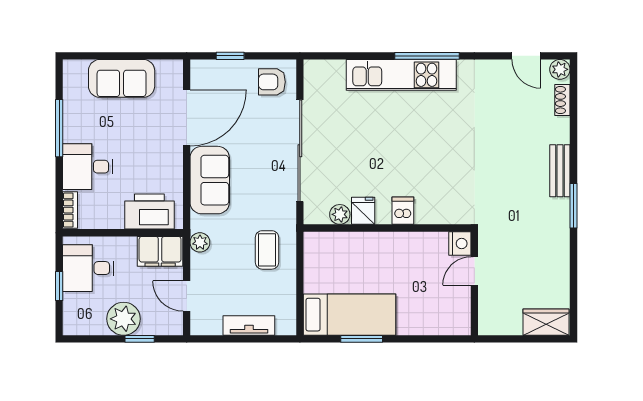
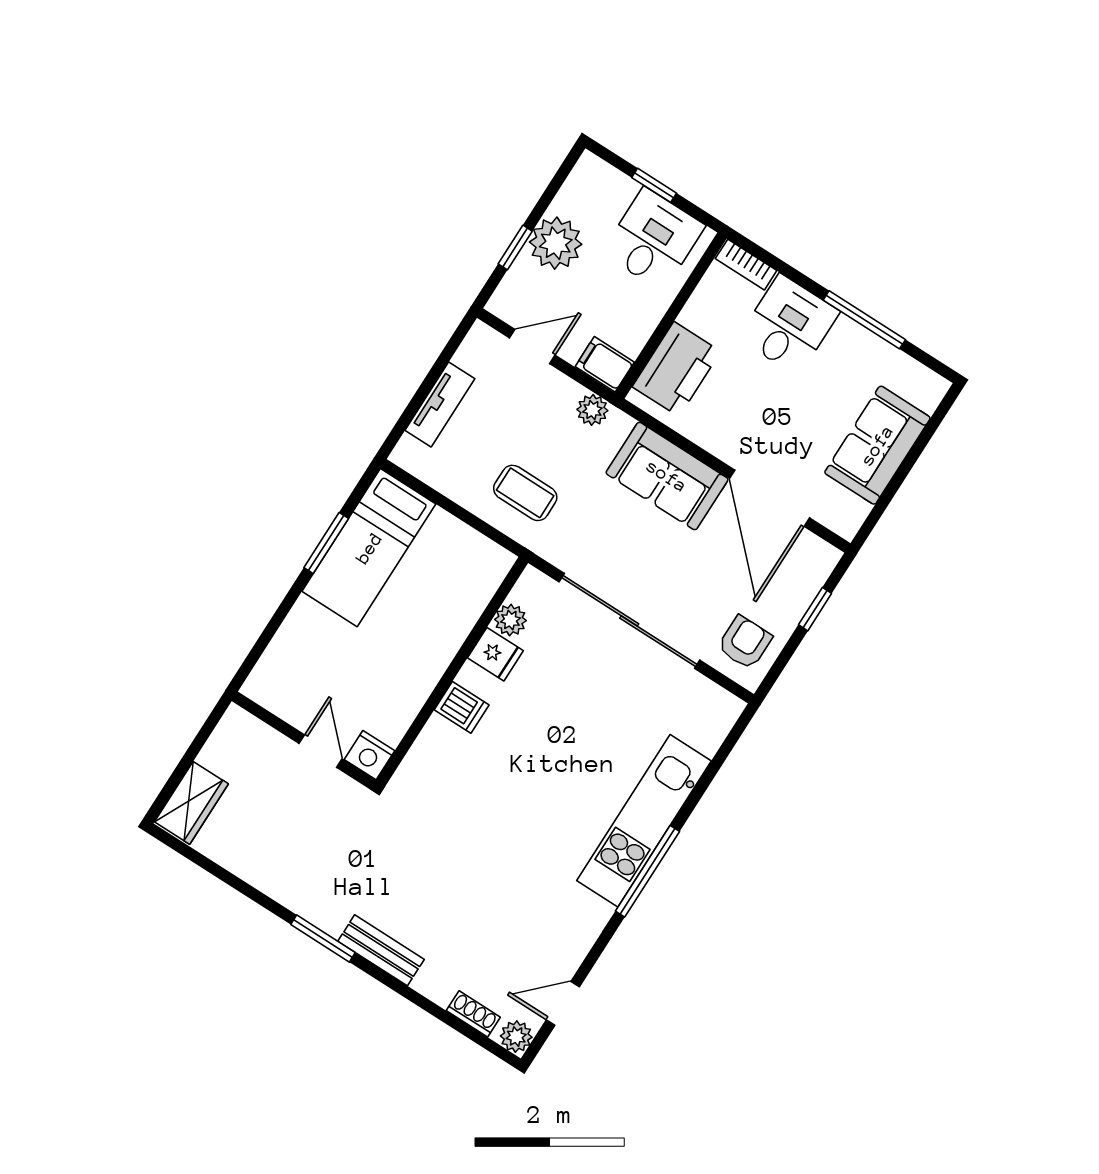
filing cabinet: (160, 251) -> (605, 364), width x0.50

